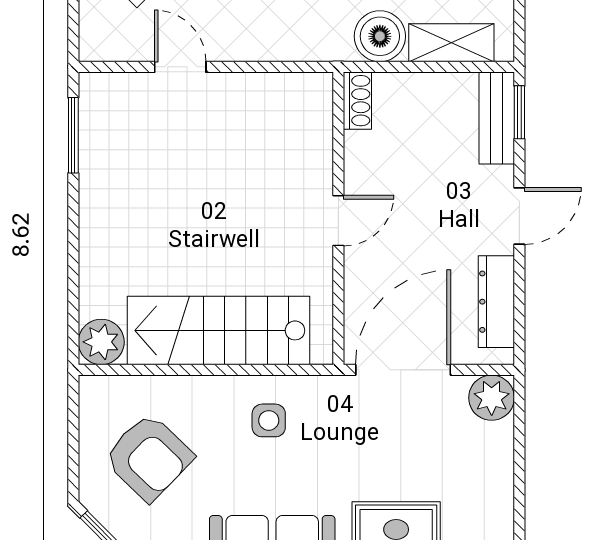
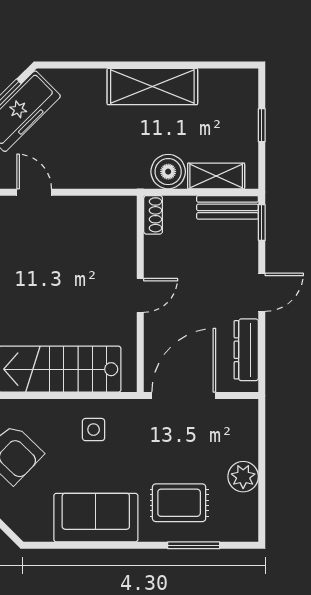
bench: (497, 118) -> (227, 207), moved, turned 90
plant: (492, 398) -> (243, 477), moved

